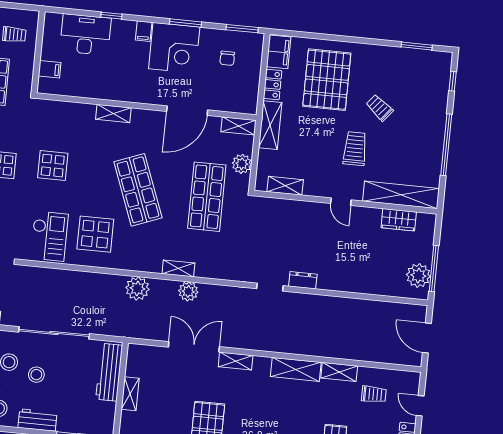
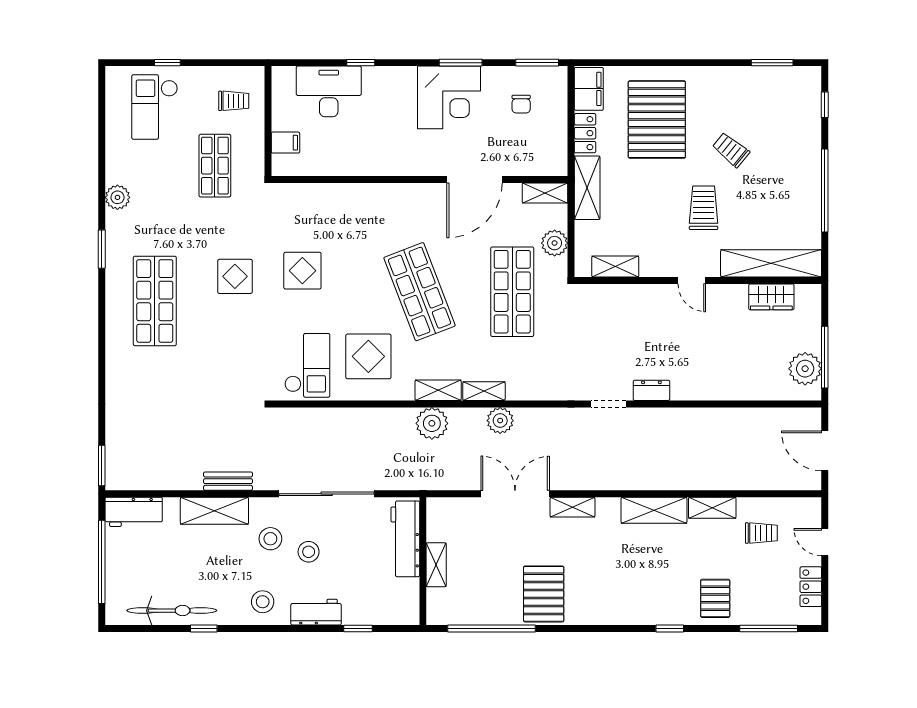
filing cabinet: (144, 31) -> (406, 79), removed
shelving: (113, 114) -> (438, 390), moved

